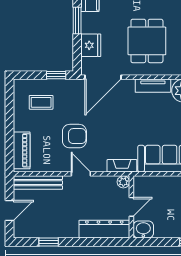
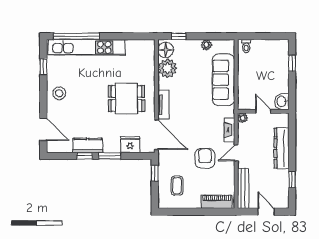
tv unit: (153, 86) -> (163, 105), moved
fireplace: (122, 166) -> (229, 130), moved
dresser: (104, 229) -> (282, 148), moved

